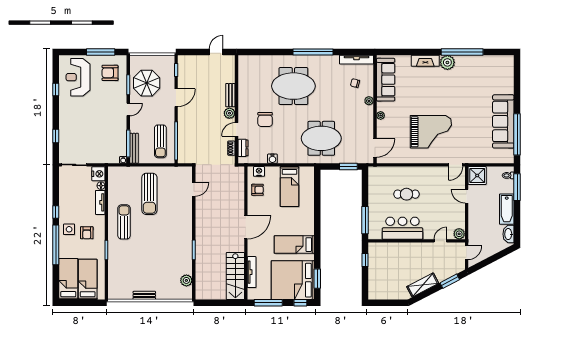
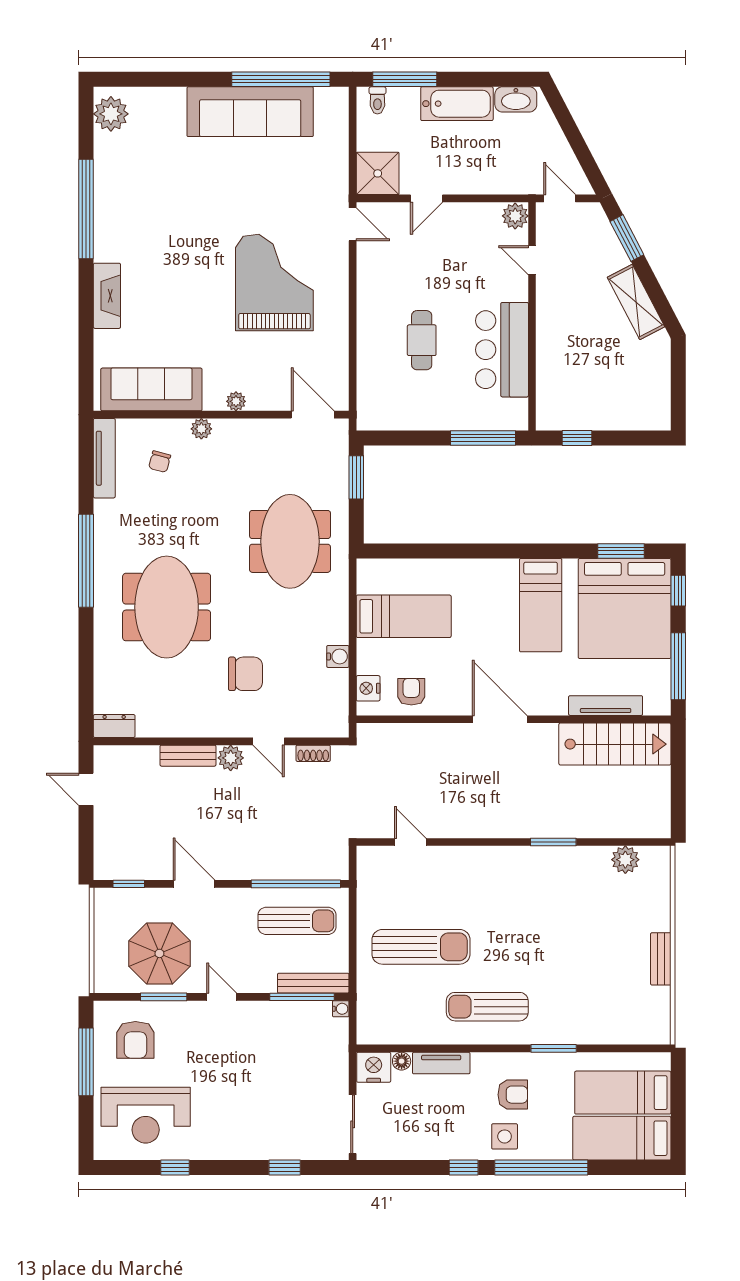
plant: (447, 62) -> (111, 114), moved
dresser: (243, 148) -> (114, 726), moved

